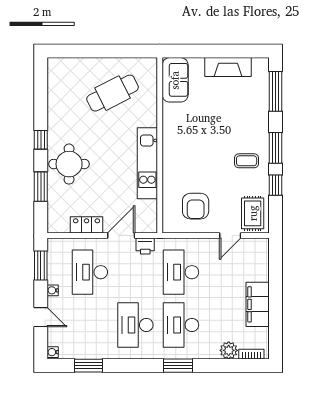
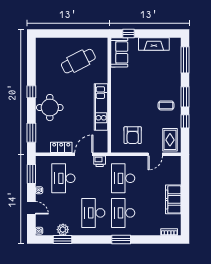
window: (189, 51) -> (128, 34), added
window: (41, 187) -> (31, 133), moved
plant: (229, 350) -> (63, 230), moved

